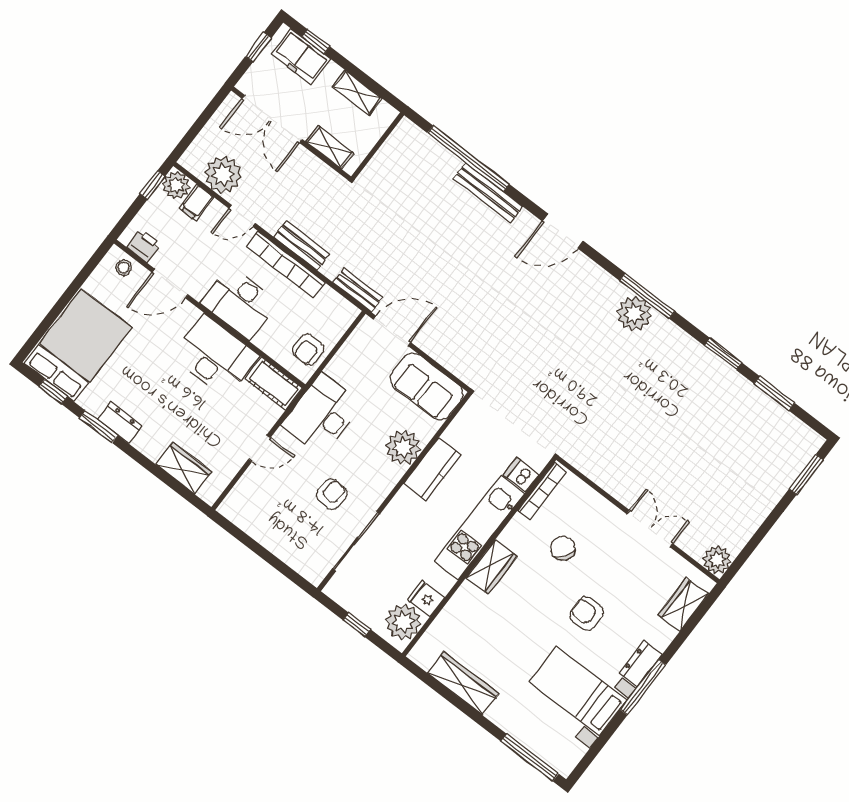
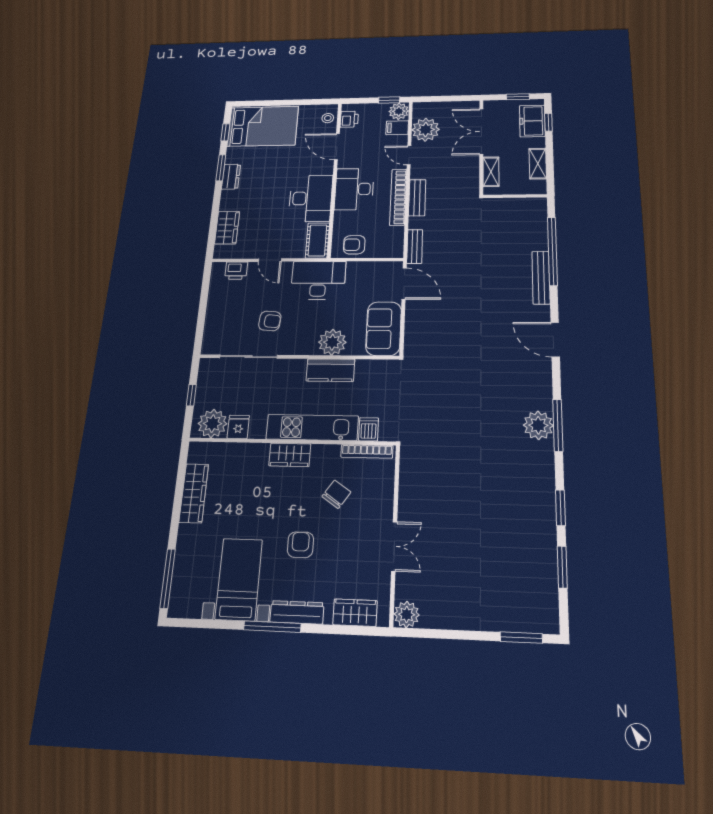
printer: (245, 491) -> (236, 271), added
dresser: (640, 664) -> (297, 612), width x1.44

